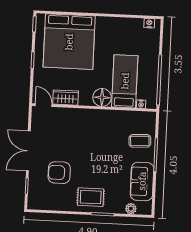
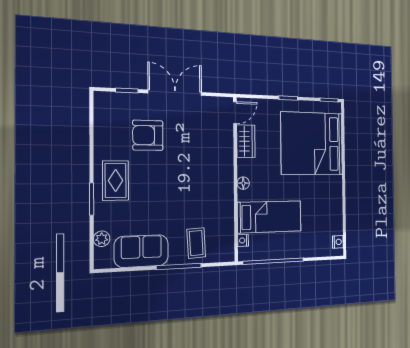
floor lamp: (102, 97) -> (243, 183), width x0.53, depth x0.53
armchair: (59, 173) -> (148, 135), turned -90

